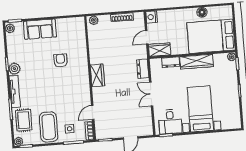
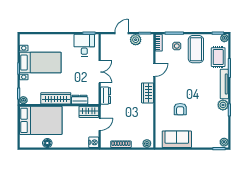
sofa: (40, 29) -> (177, 139), moved
bed with nightstands: (200, 109) -> (40, 63), moved, turned -90
door: (93, 112) -> (154, 70), moved
plant: (115, 132) -> (136, 40), added

